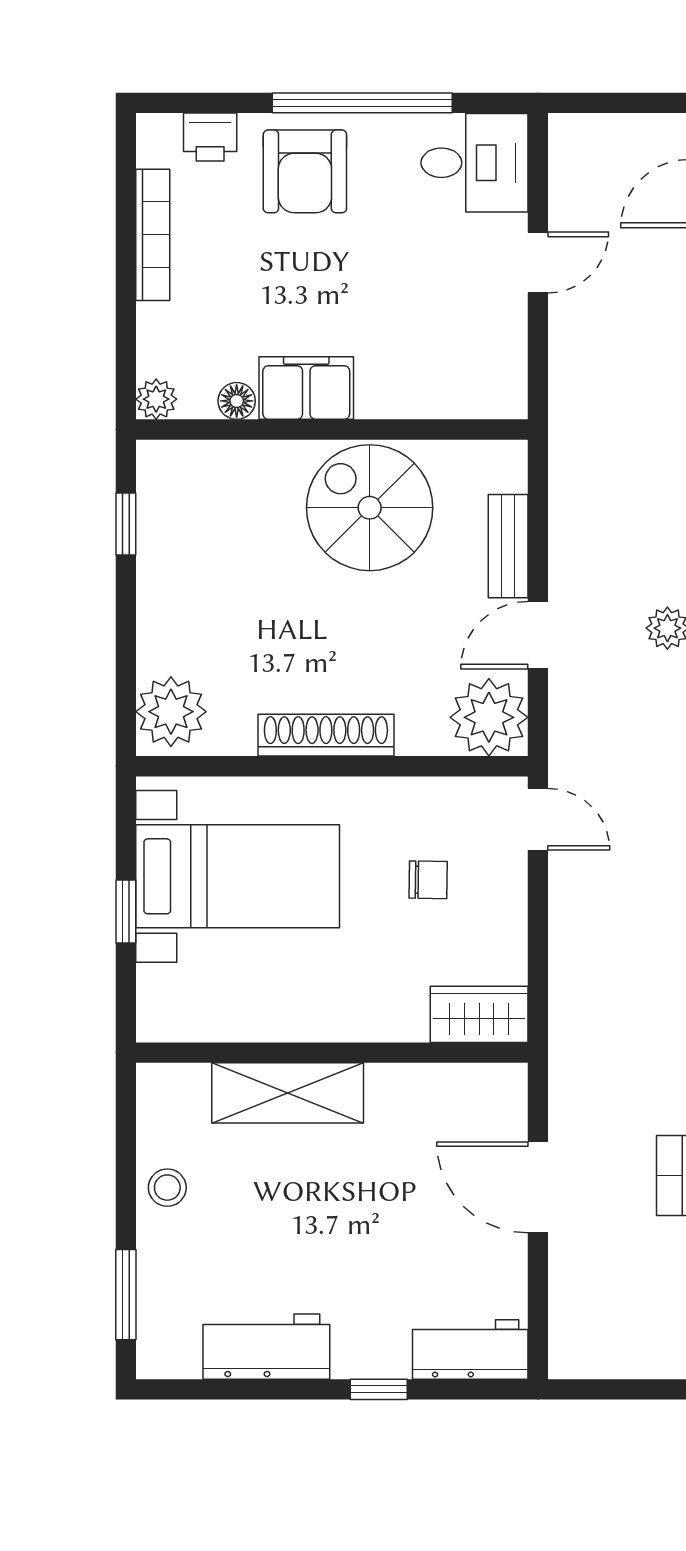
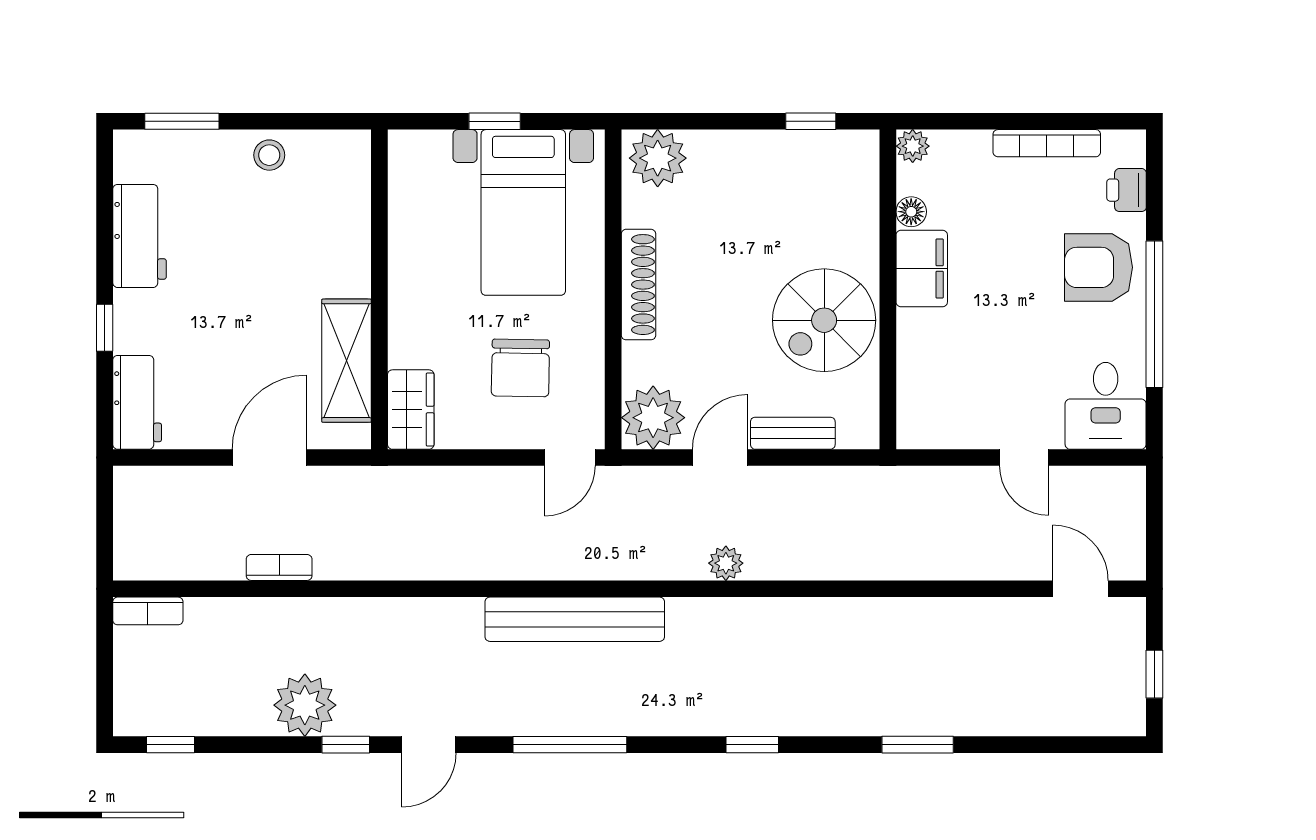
spiral stairs: (370, 508) -> (824, 320), turned 180
door: (538, 635) -> (720, 458), hinge flipped
chair: (428, 880) -> (520, 368), width x1.87, depth x1.87
shelving: (288, 1093) -> (346, 361), moved

